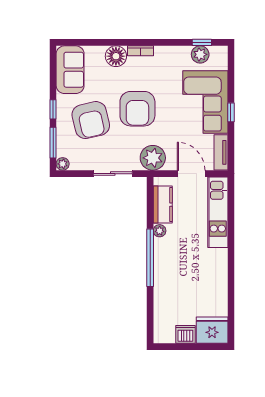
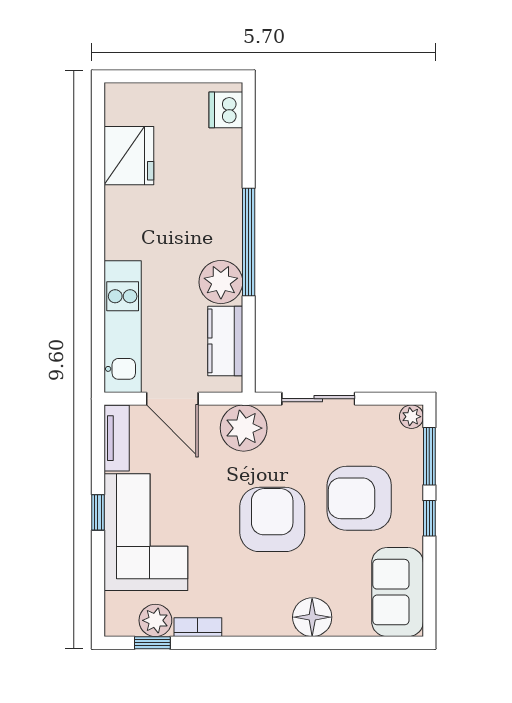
bookcase: (140, 51) -> (198, 627), moved
armchair: (91, 120) -> (359, 498), turned -77
plant: (160, 231) -> (221, 282), width x1.88, depth x1.88
fridge: (212, 330) -> (129, 156), moved, turned -90
dishwasher: (185, 334) -> (226, 110), moved, turned 90

